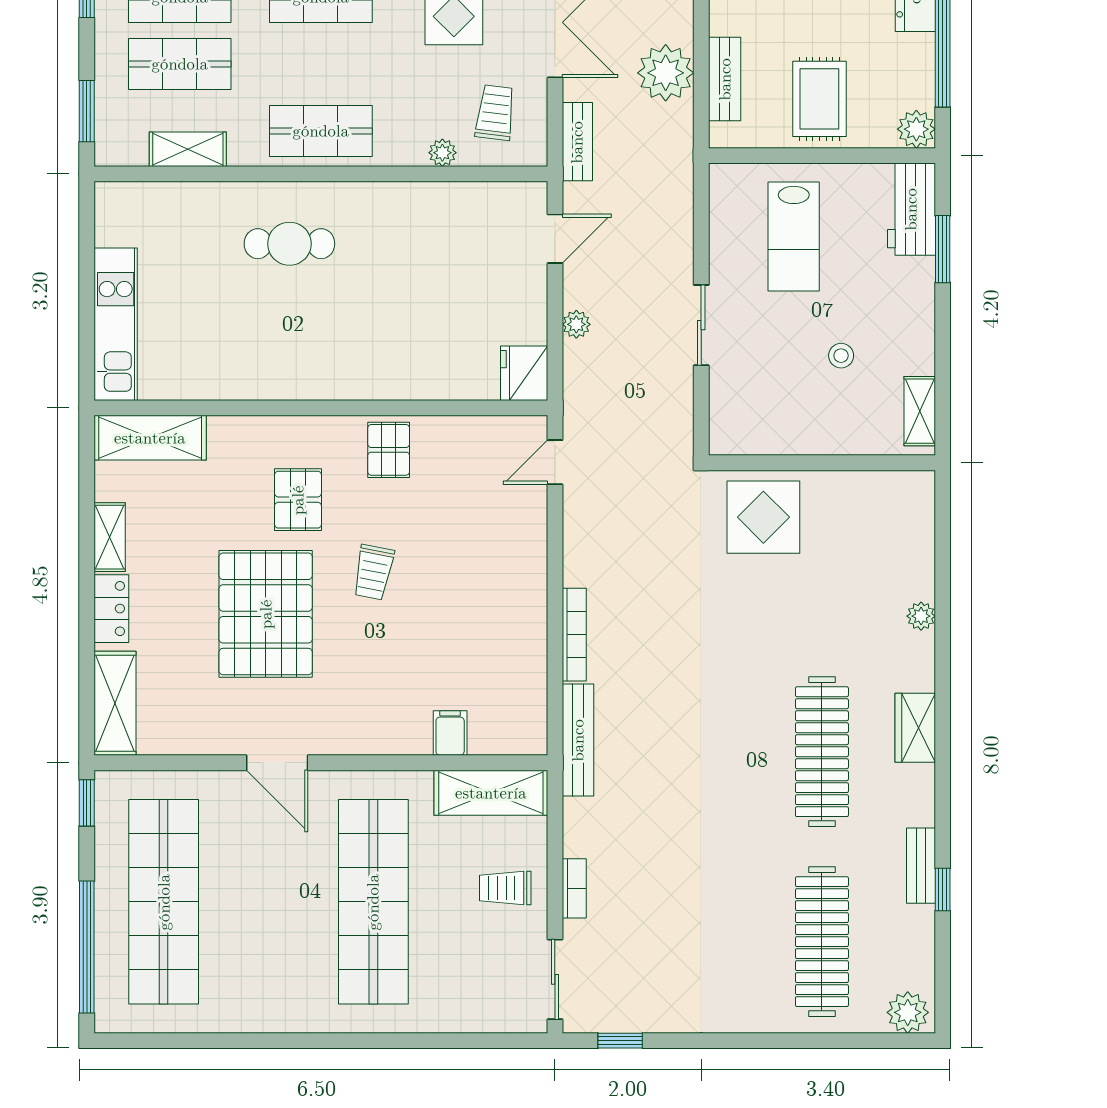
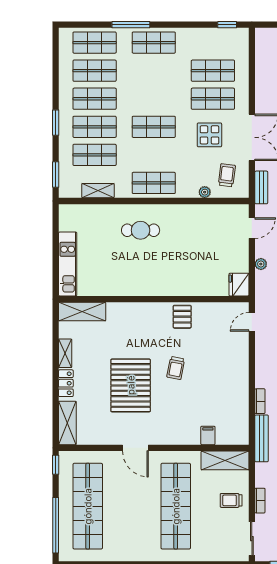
pallet: (298, 500) -> (144, 338), removed
bookcase: (574, 635) -> (260, 401), width x0.64

